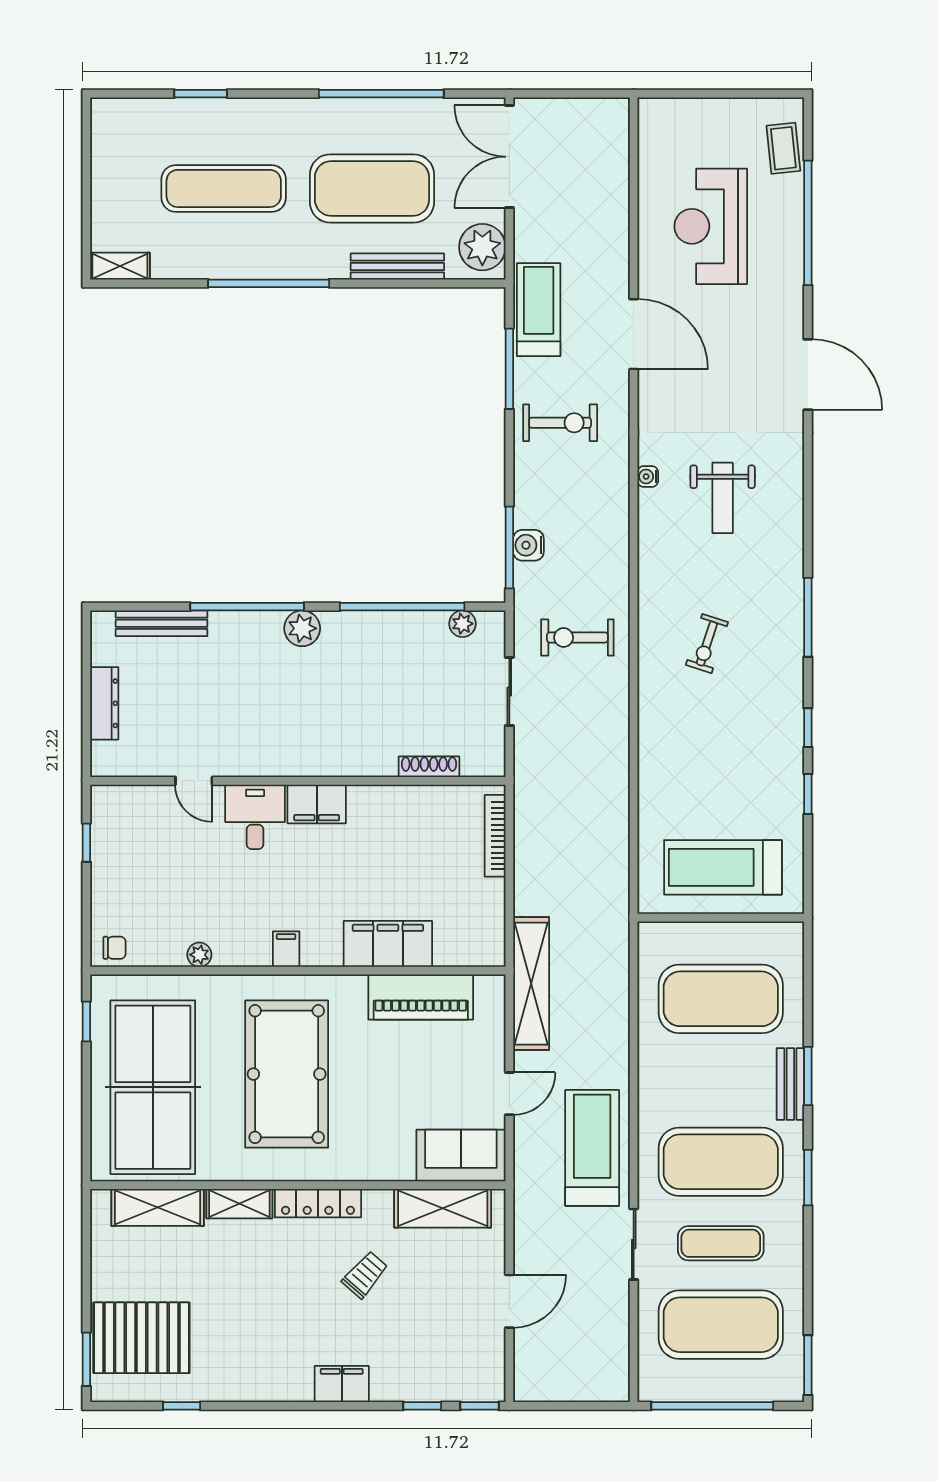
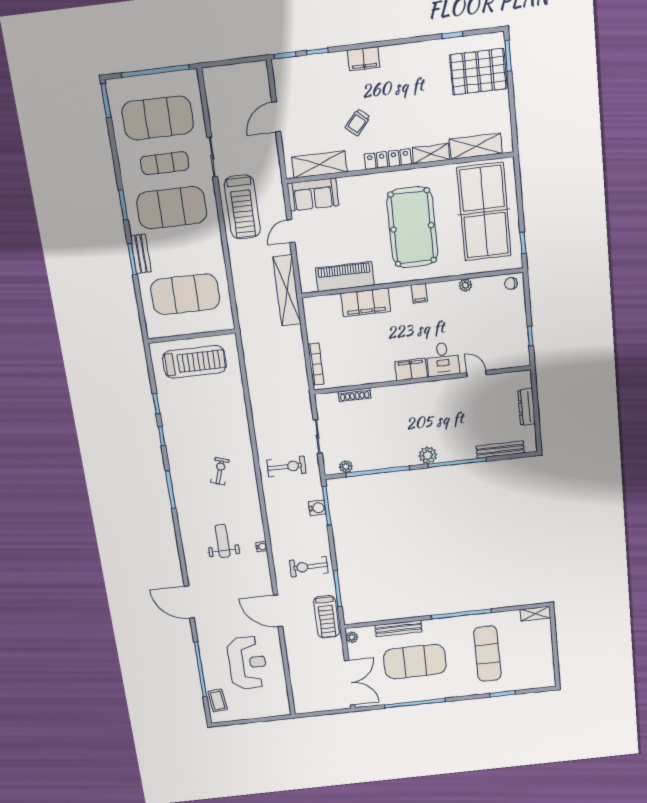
exercise mat: (224, 188) -> (487, 654), turned 90
plant: (482, 247) -> (352, 637), width x0.53, depth x0.53

